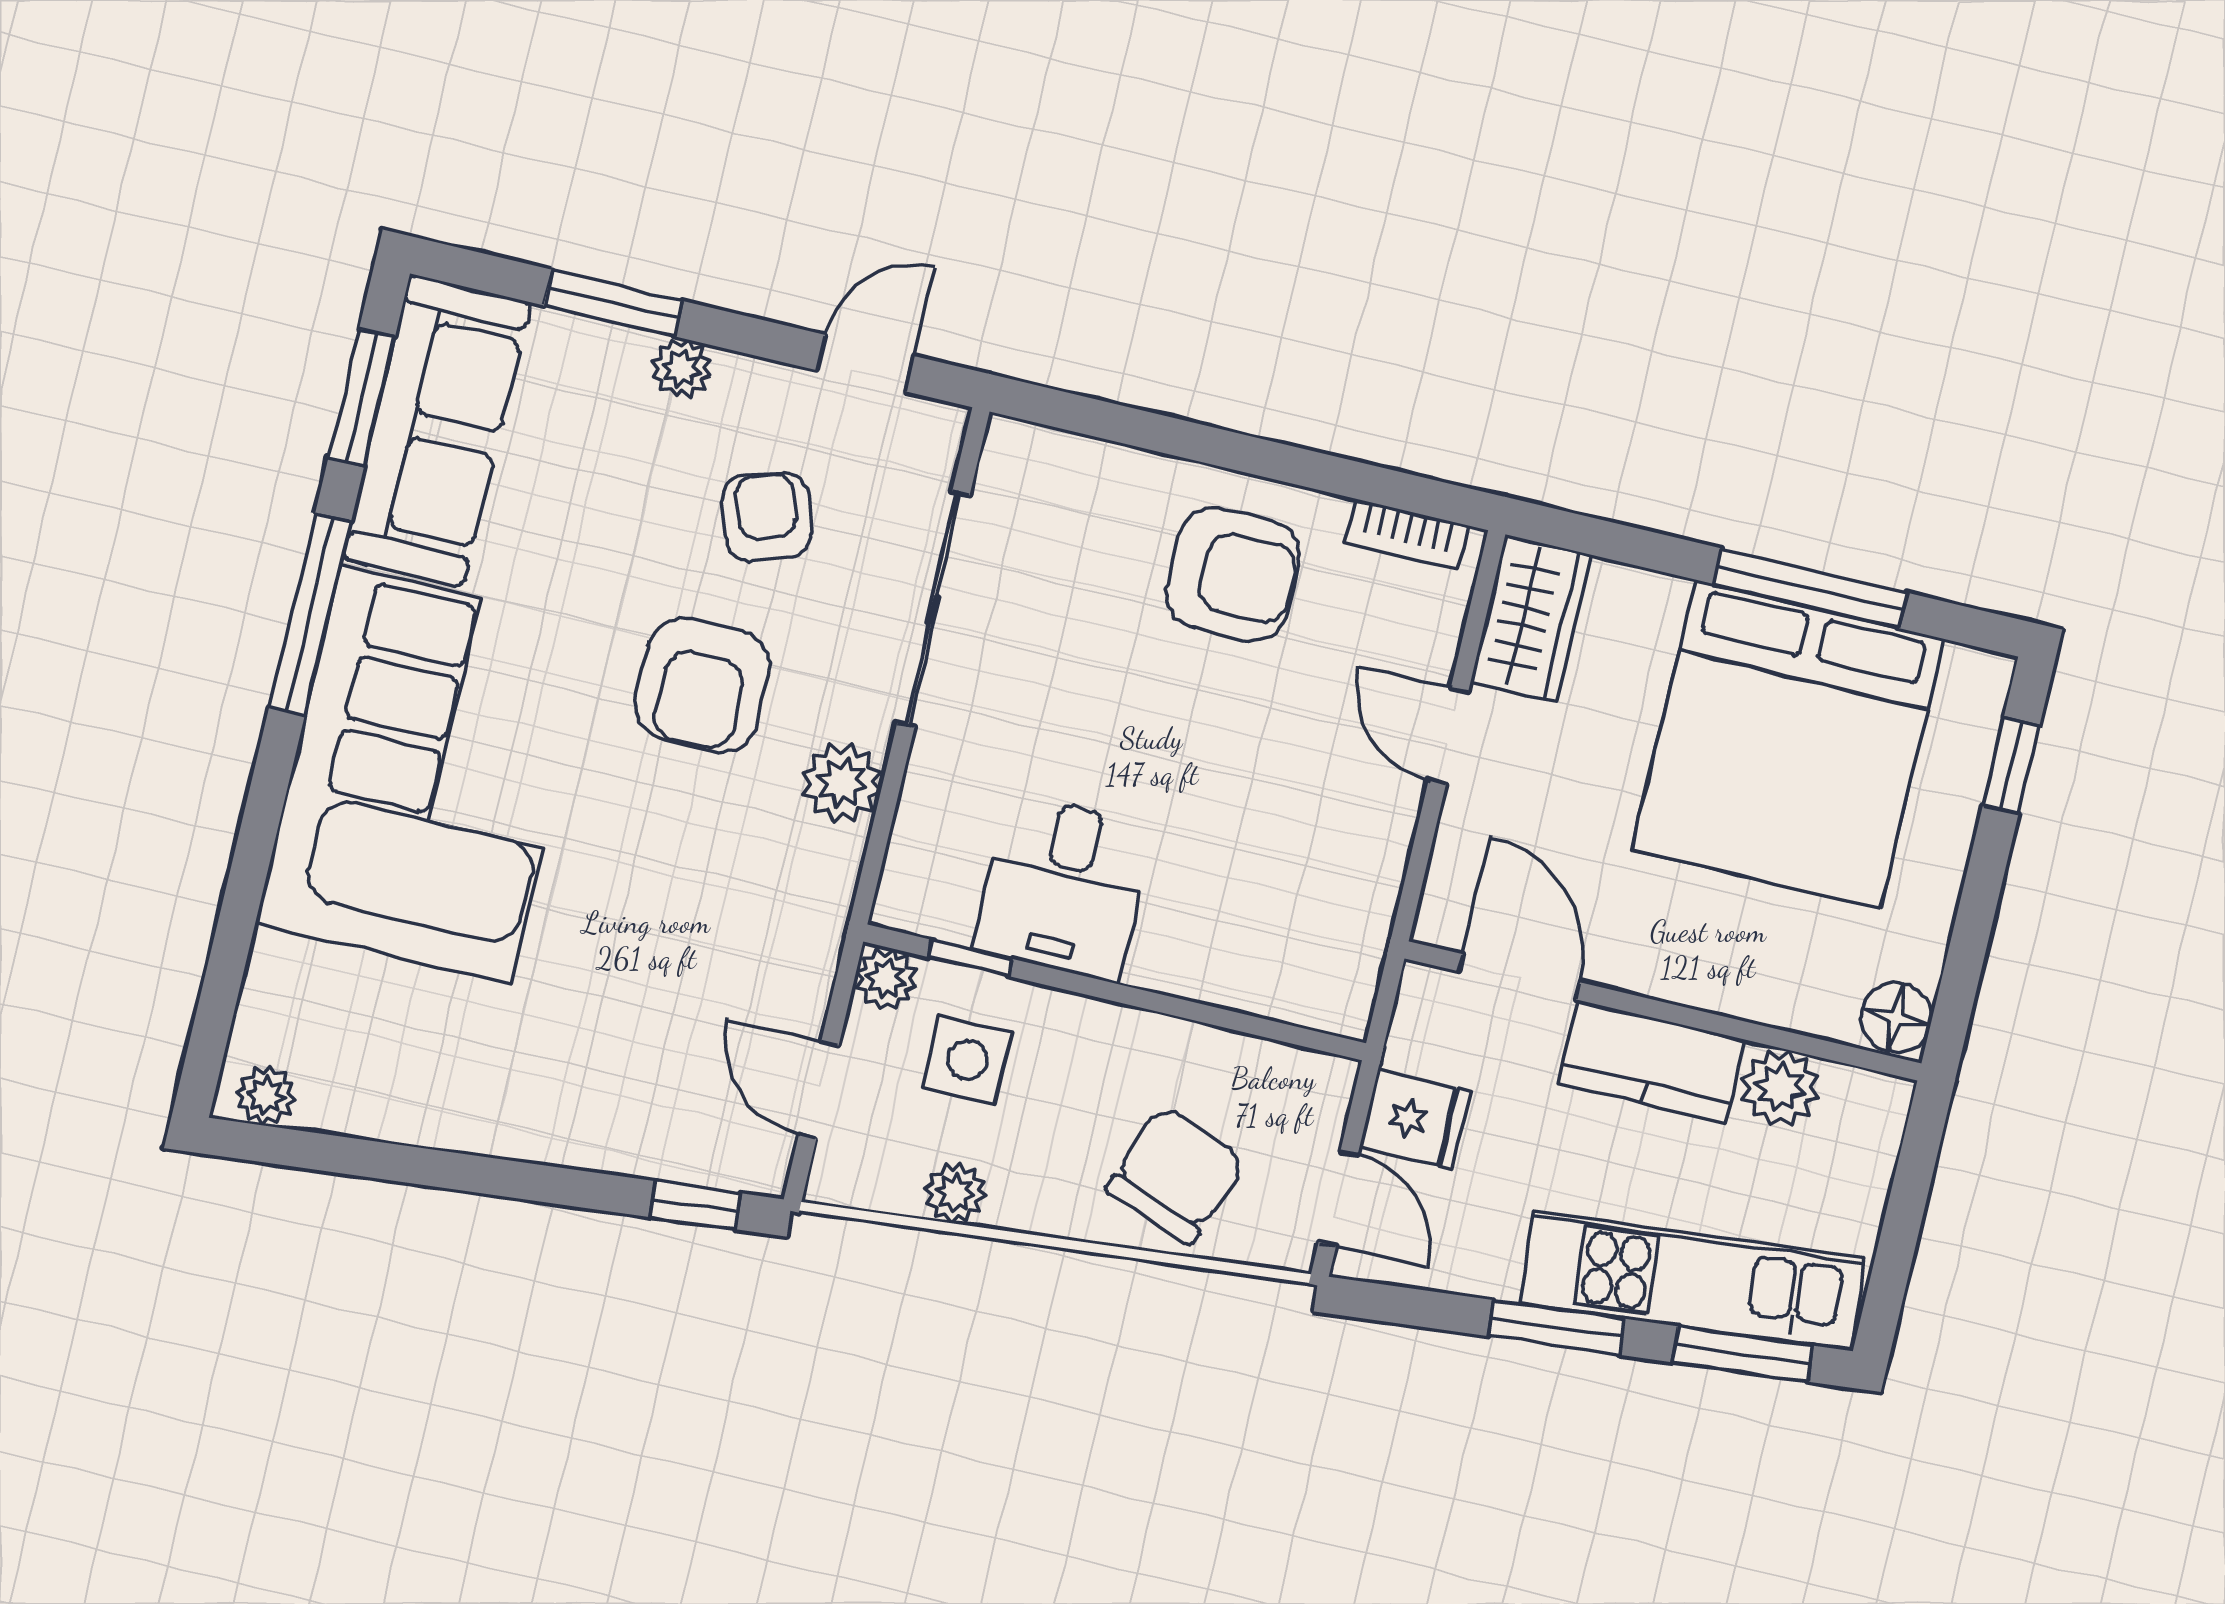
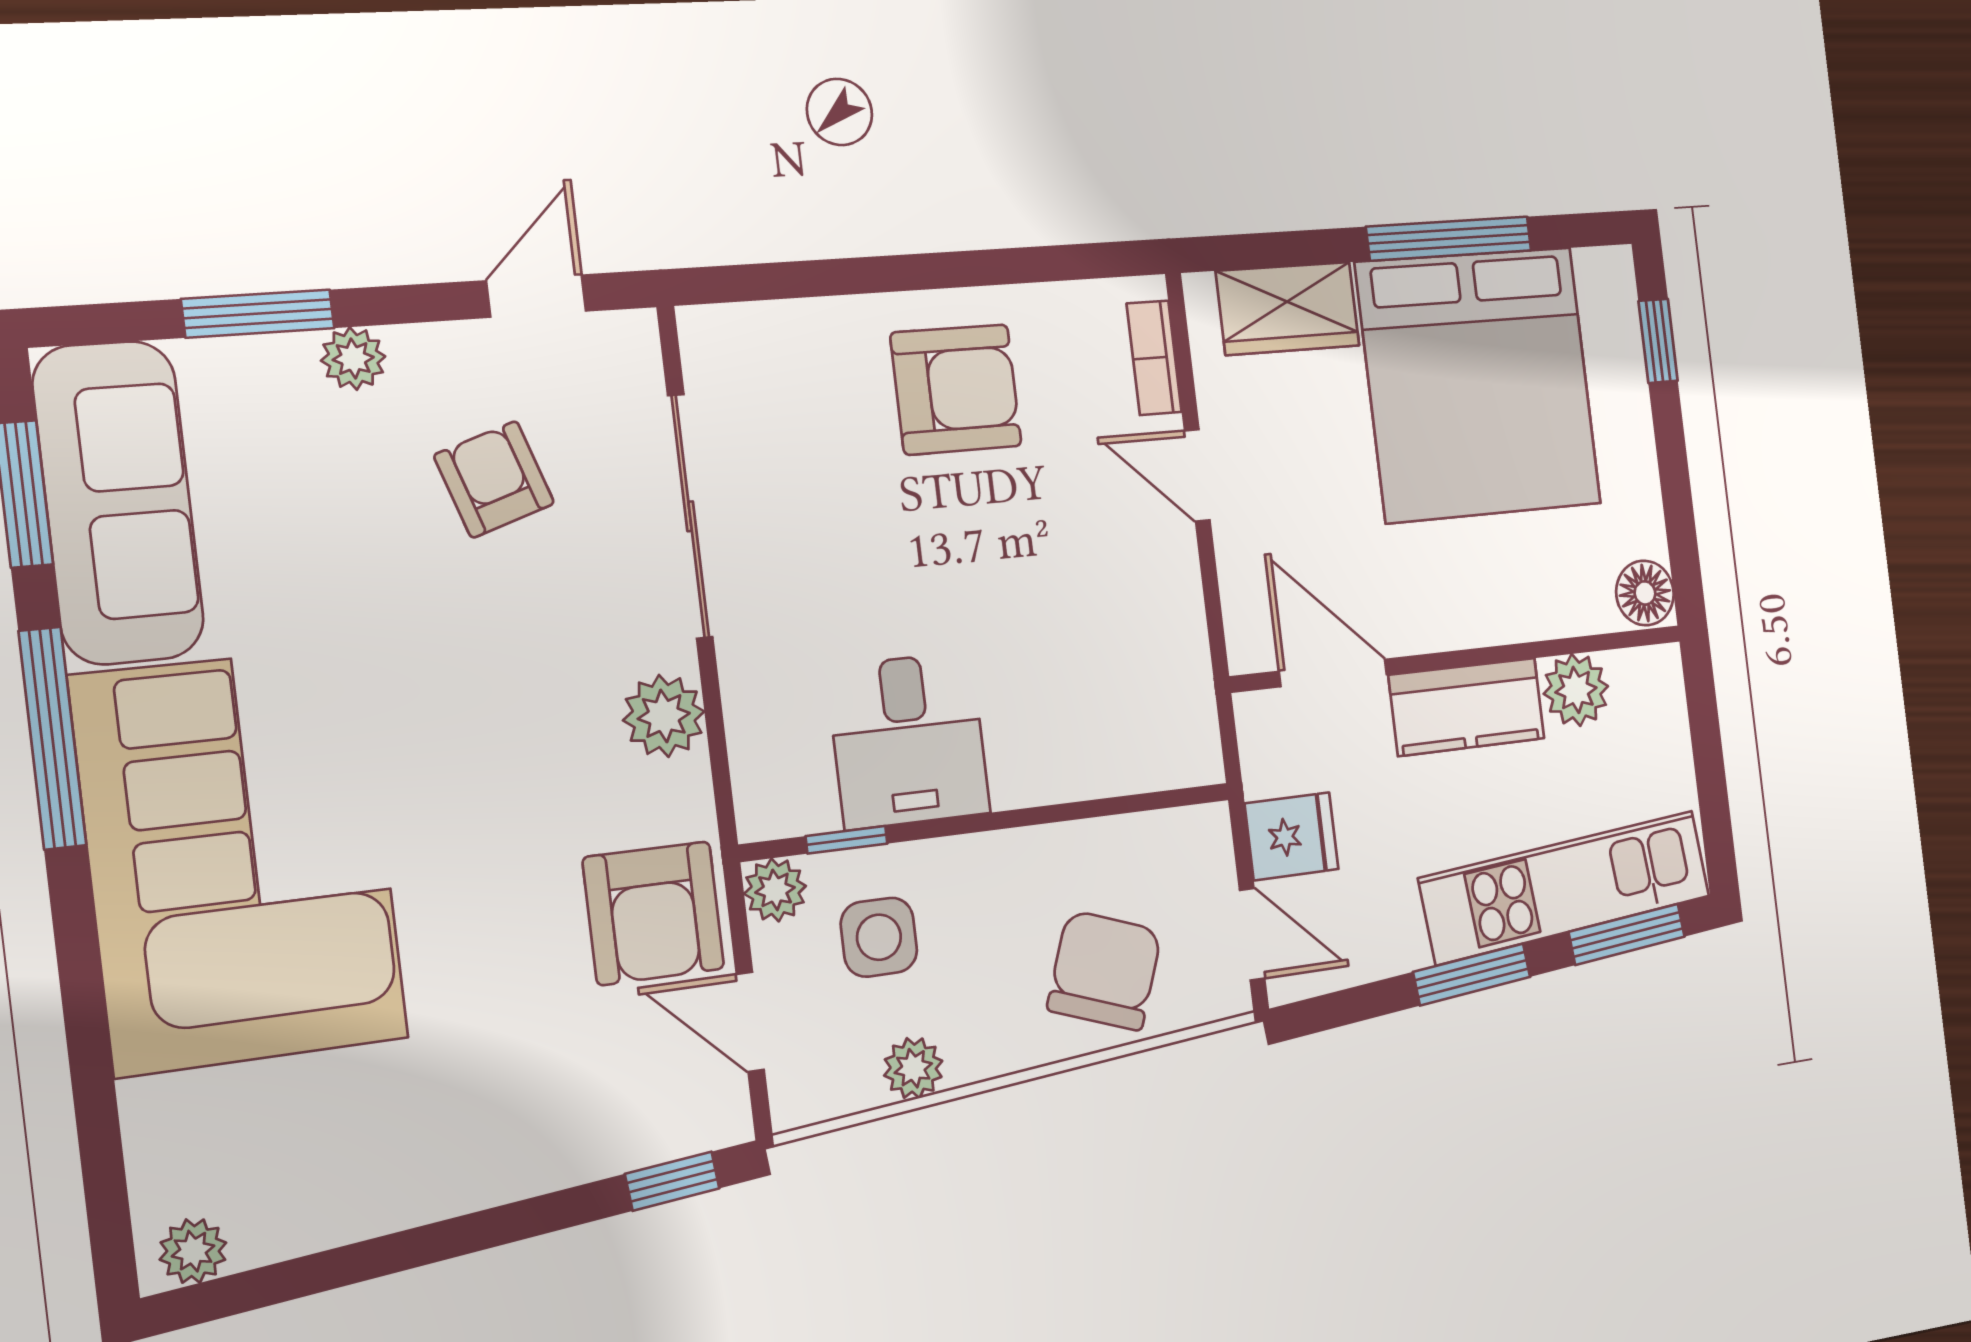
bookcase: (1407, 535) -> (1154, 358), moved, turned 90
wardrobe: (1531, 618) -> (1288, 308), moved, turned 90
armchair: (702, 685) -> (654, 913), moved

